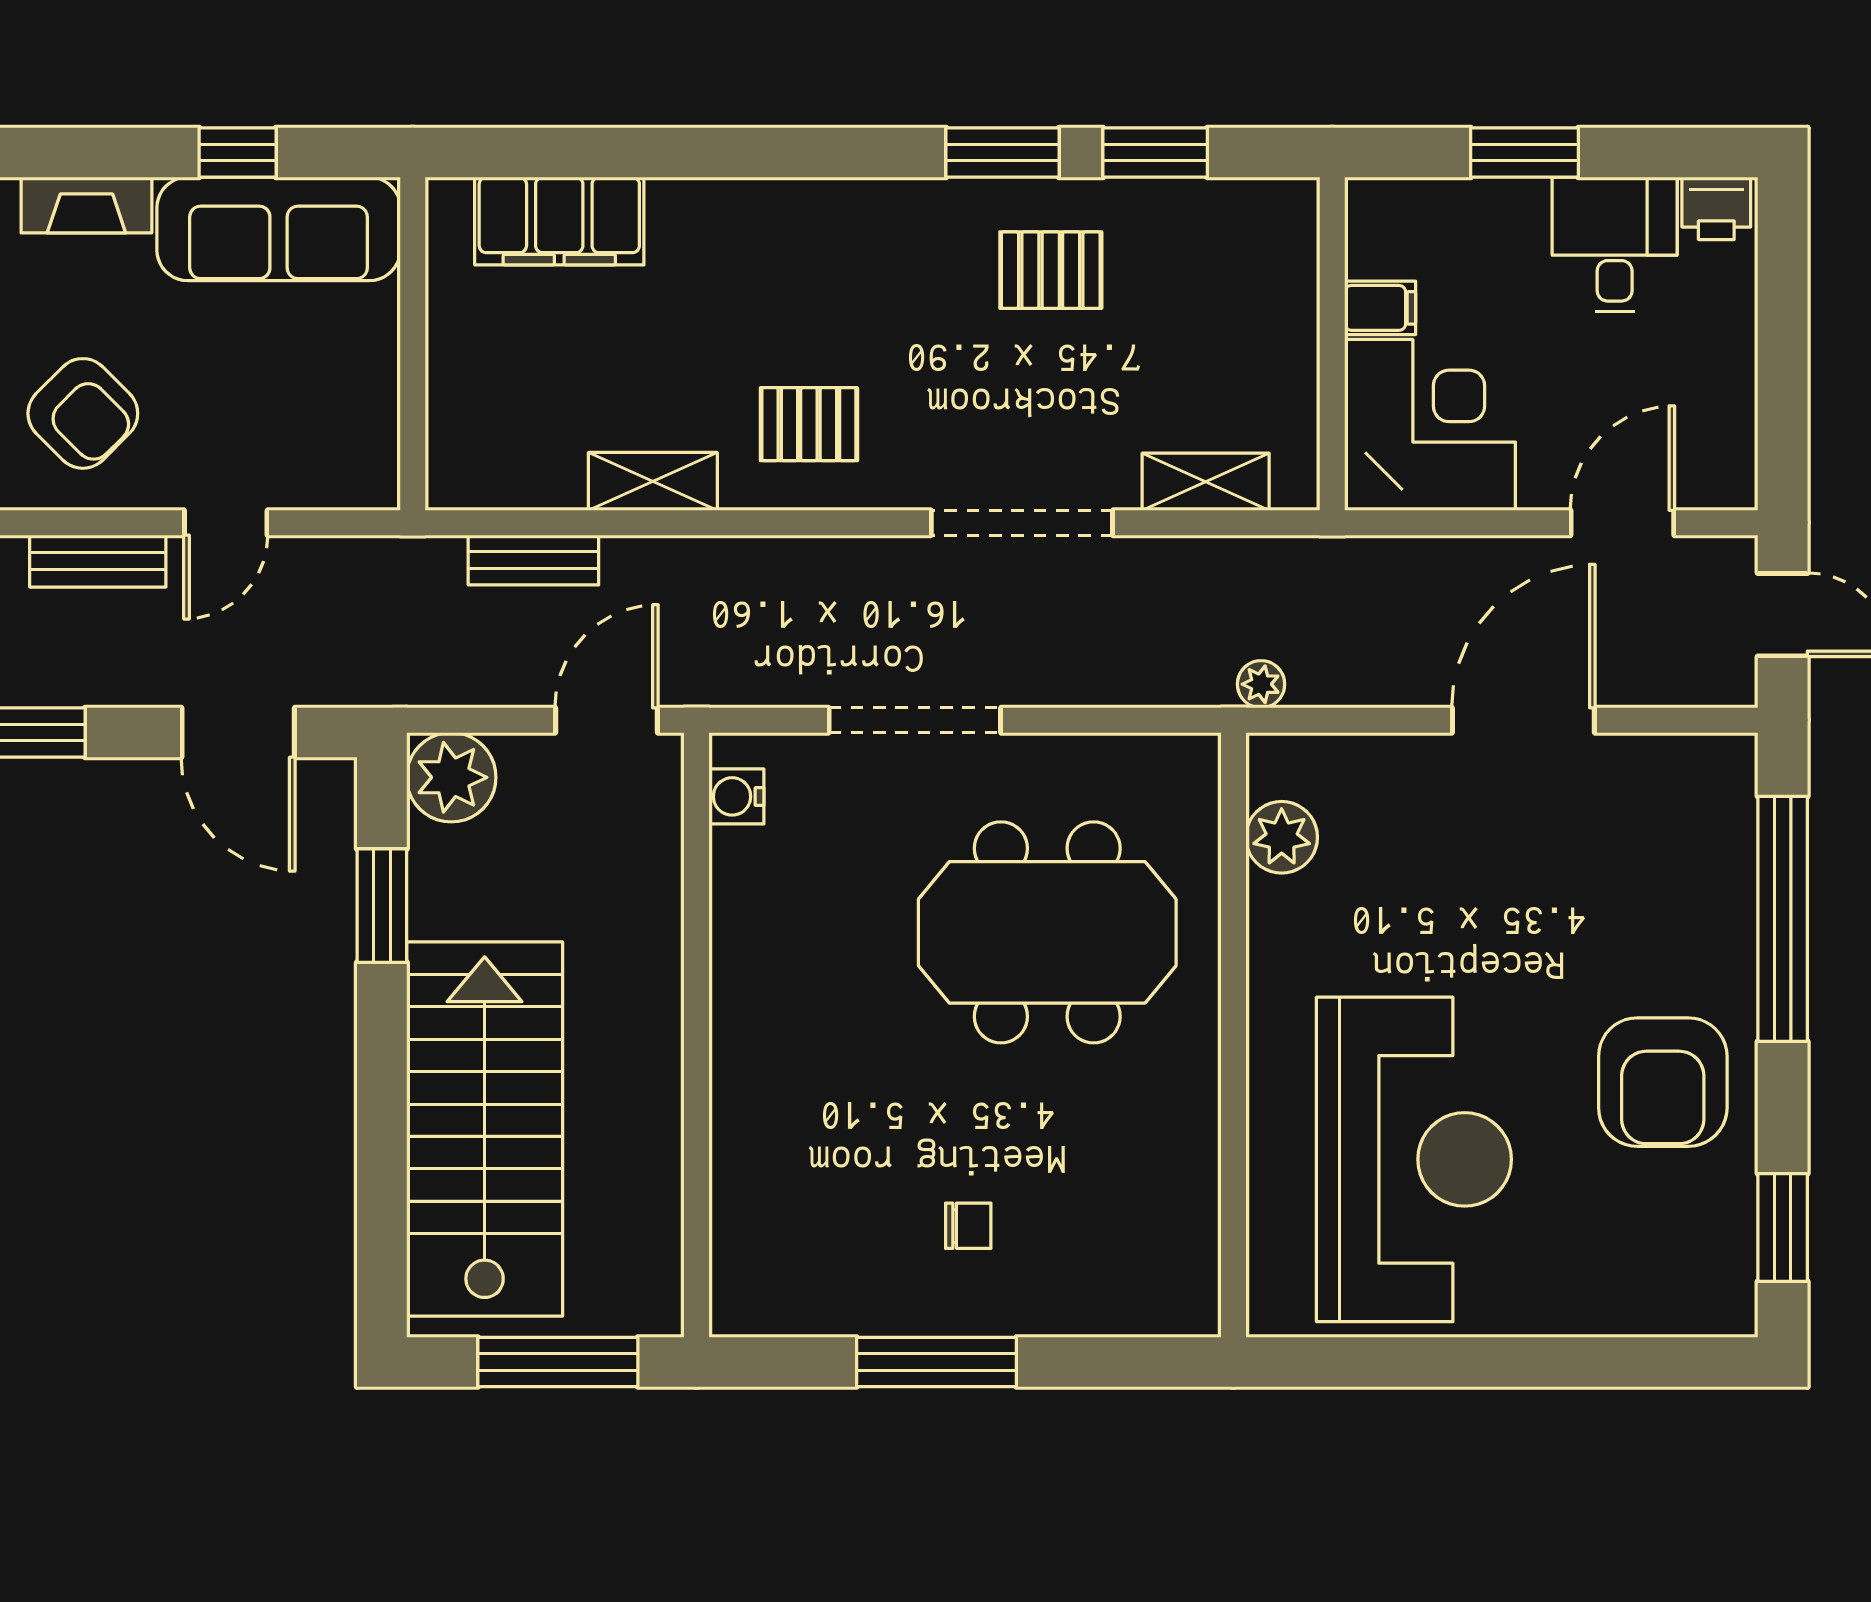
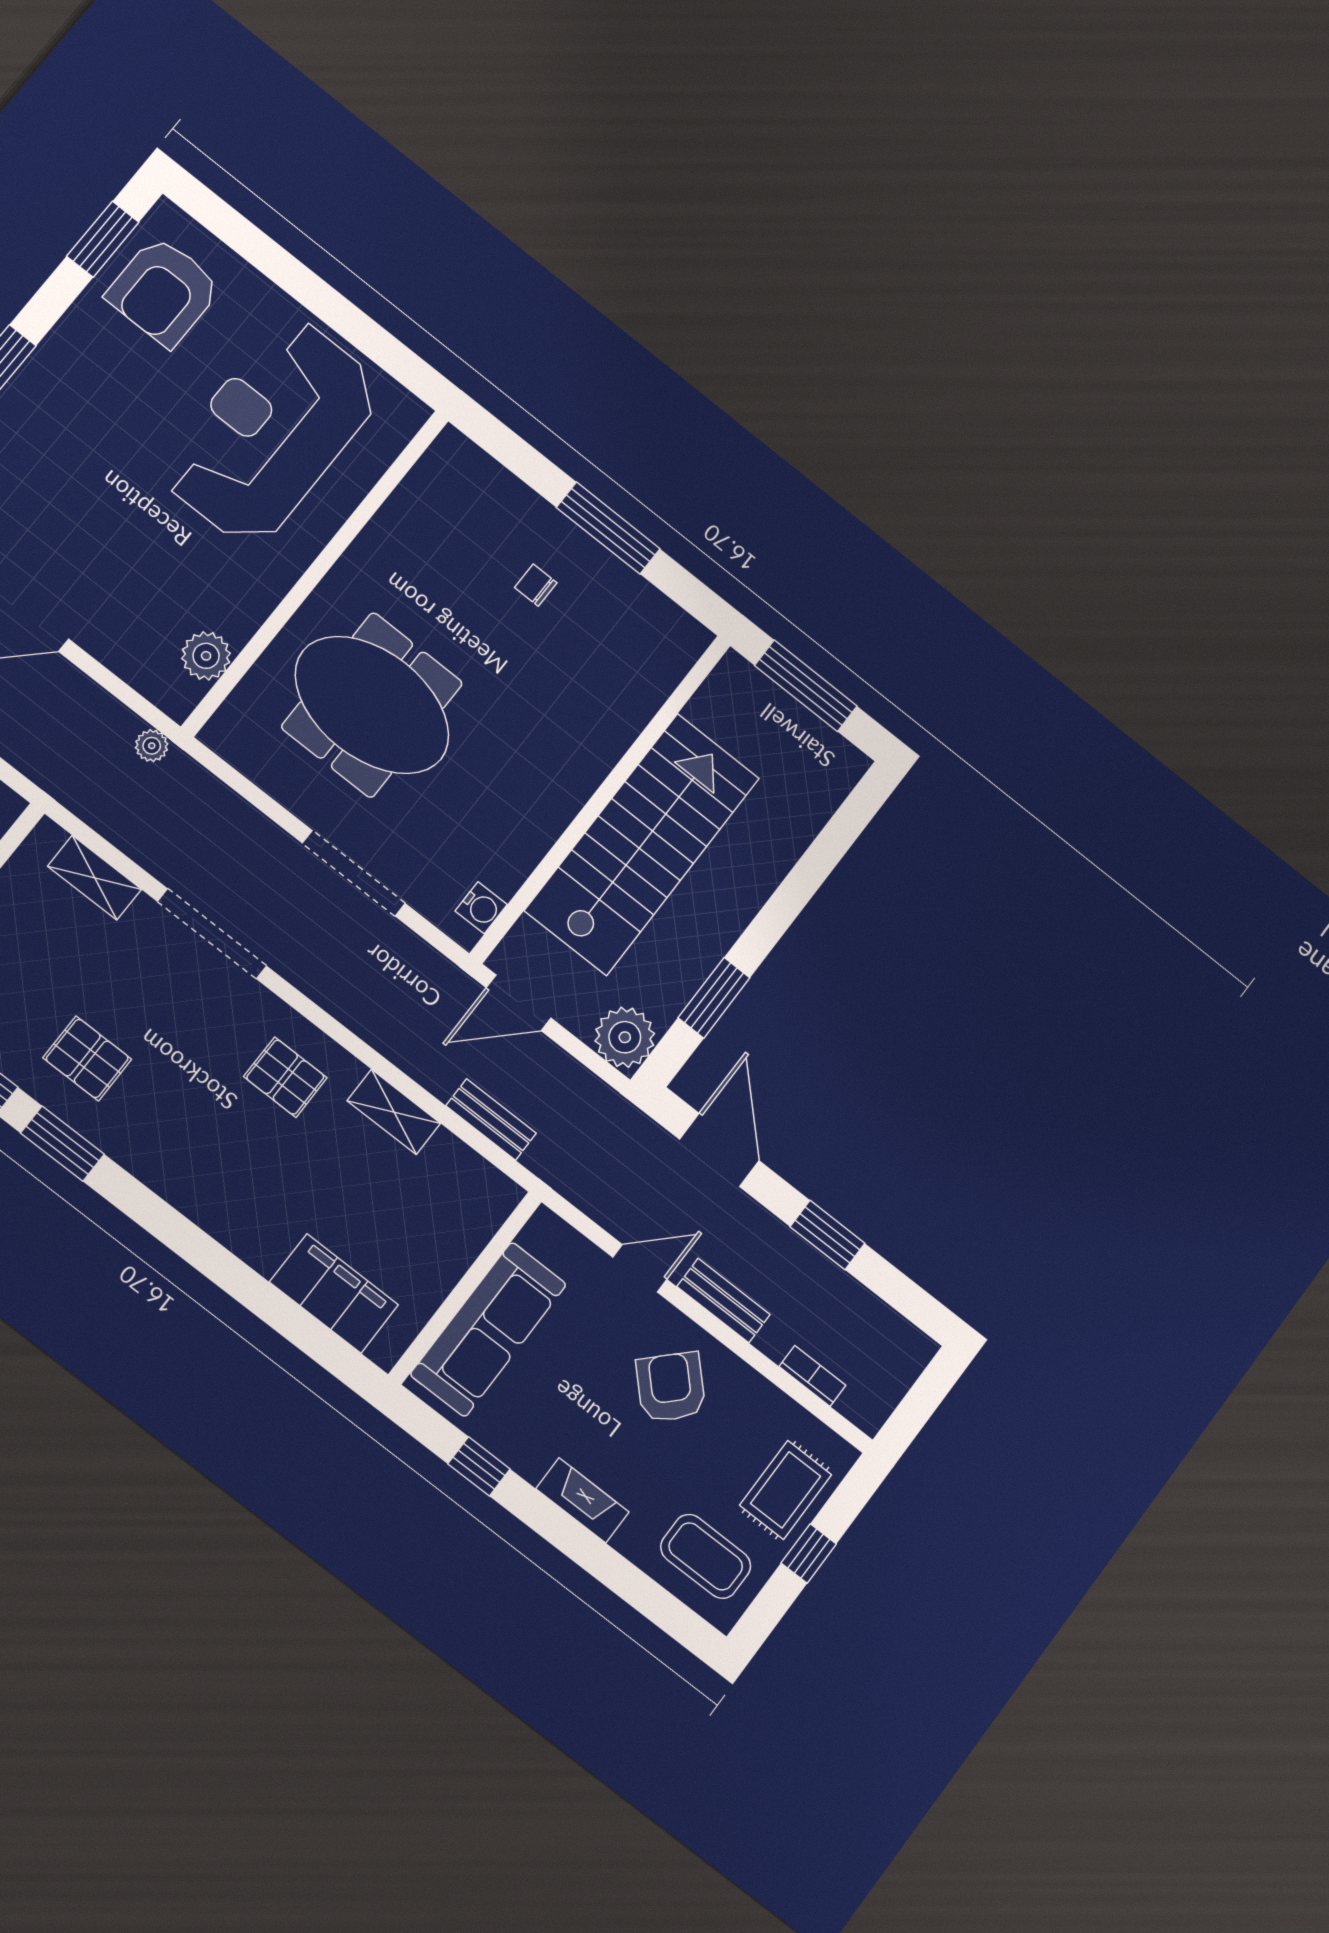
sofa: (279, 229) -> (488, 1329), moved, turned 90
armchair: (1663, 1082) -> (164, 291), moved, turned 180
stairs: (485, 1129) -> (642, 844), moved, turned 180

